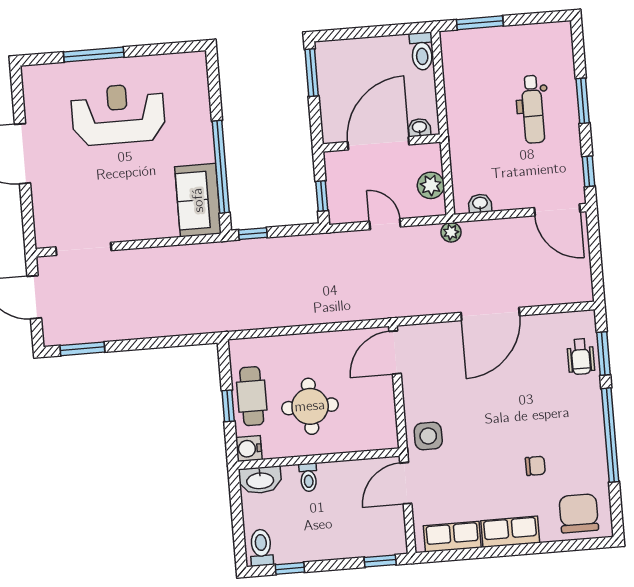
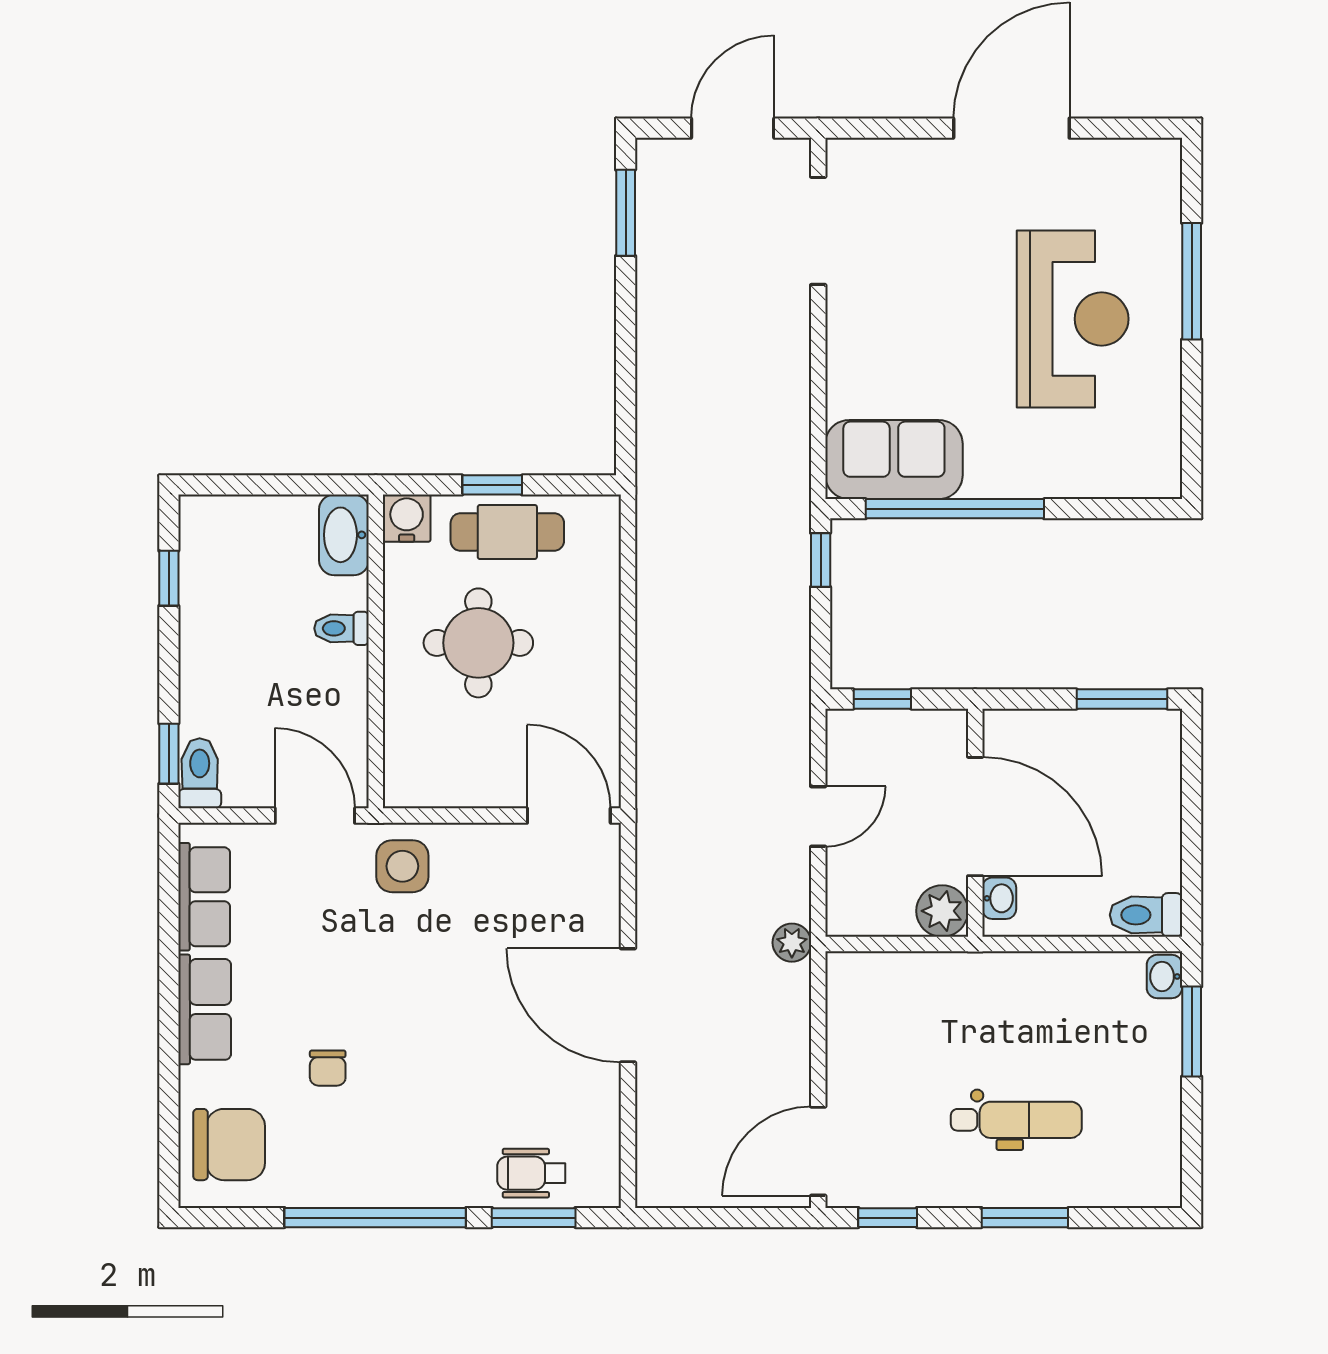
dental chair: (533, 109) -> (1016, 1120), turned 180
plant: (431, 185) -> (942, 911), moved
washbasin: (480, 203) -> (1164, 976), moved, turned 180
toilet: (261, 548) -> (200, 773), moved, turned -90

